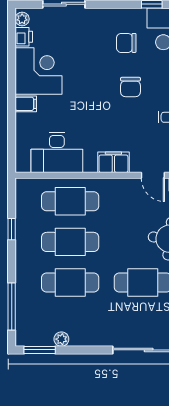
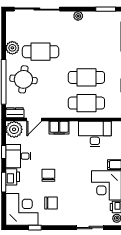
door: (153, 175) -> (34, 119), swing flipped
cafe table: (70, 283) -> (86, 52), removed
plant: (61, 339) -> (78, 16), moved

